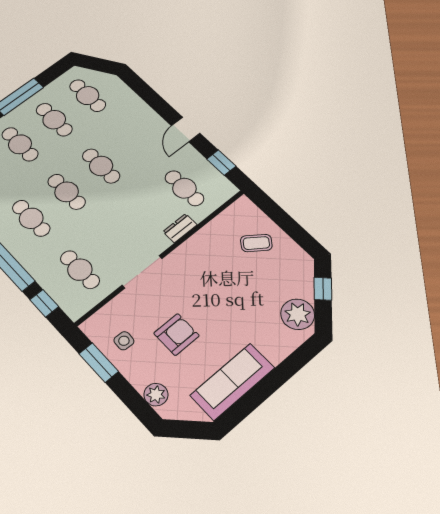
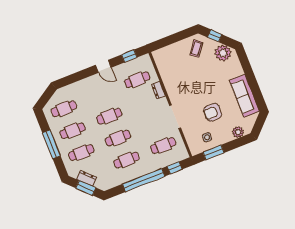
coffee table: (256, 243) -> (196, 48), moved
armchair: (176, 334) -> (213, 112), turned -90

